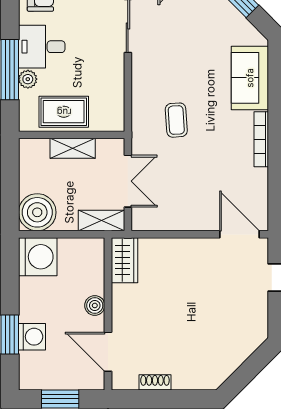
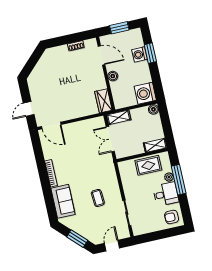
coffee table: (176, 120) -> (98, 198), moved
shelving: (73, 148) -> (155, 145), moved
boiler: (37, 212) -> (153, 109), width x0.54, depth x0.54

